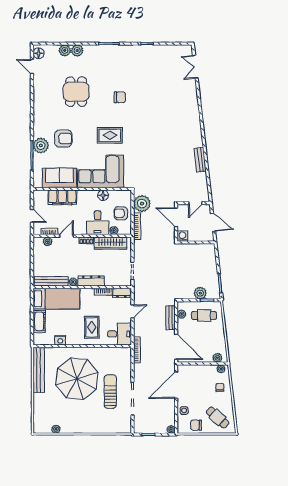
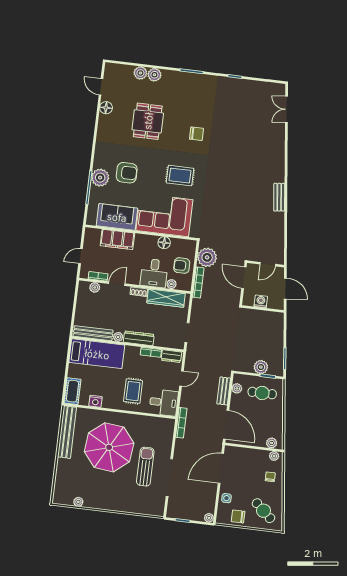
floor lamp: (39, 53) -> (106, 108), moved
bench: (200, 160) -> (279, 197), moved
door: (32, 216) -> (80, 256), swing flipped
washing machine: (182, 236) -> (261, 301), moved
cot: (39, 321) -> (72, 391), moved

